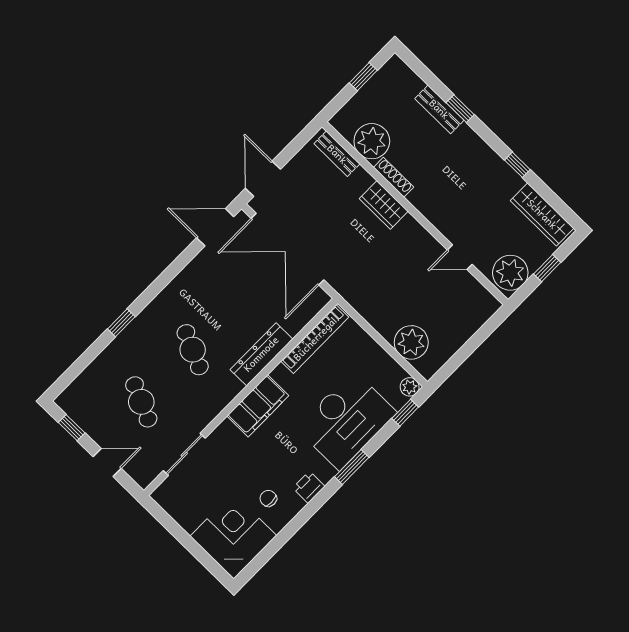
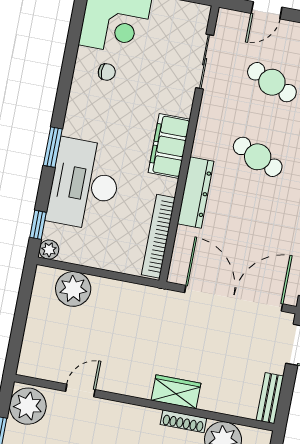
bench: (337, 154) -> (270, 398), moved, turned 90
printer: (309, 487) -> (78, 105), removed

